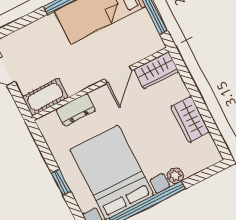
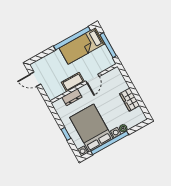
wardrobe: (156, 70) -> (112, 76), removed
cot: (45, 97) -> (73, 82), moved

